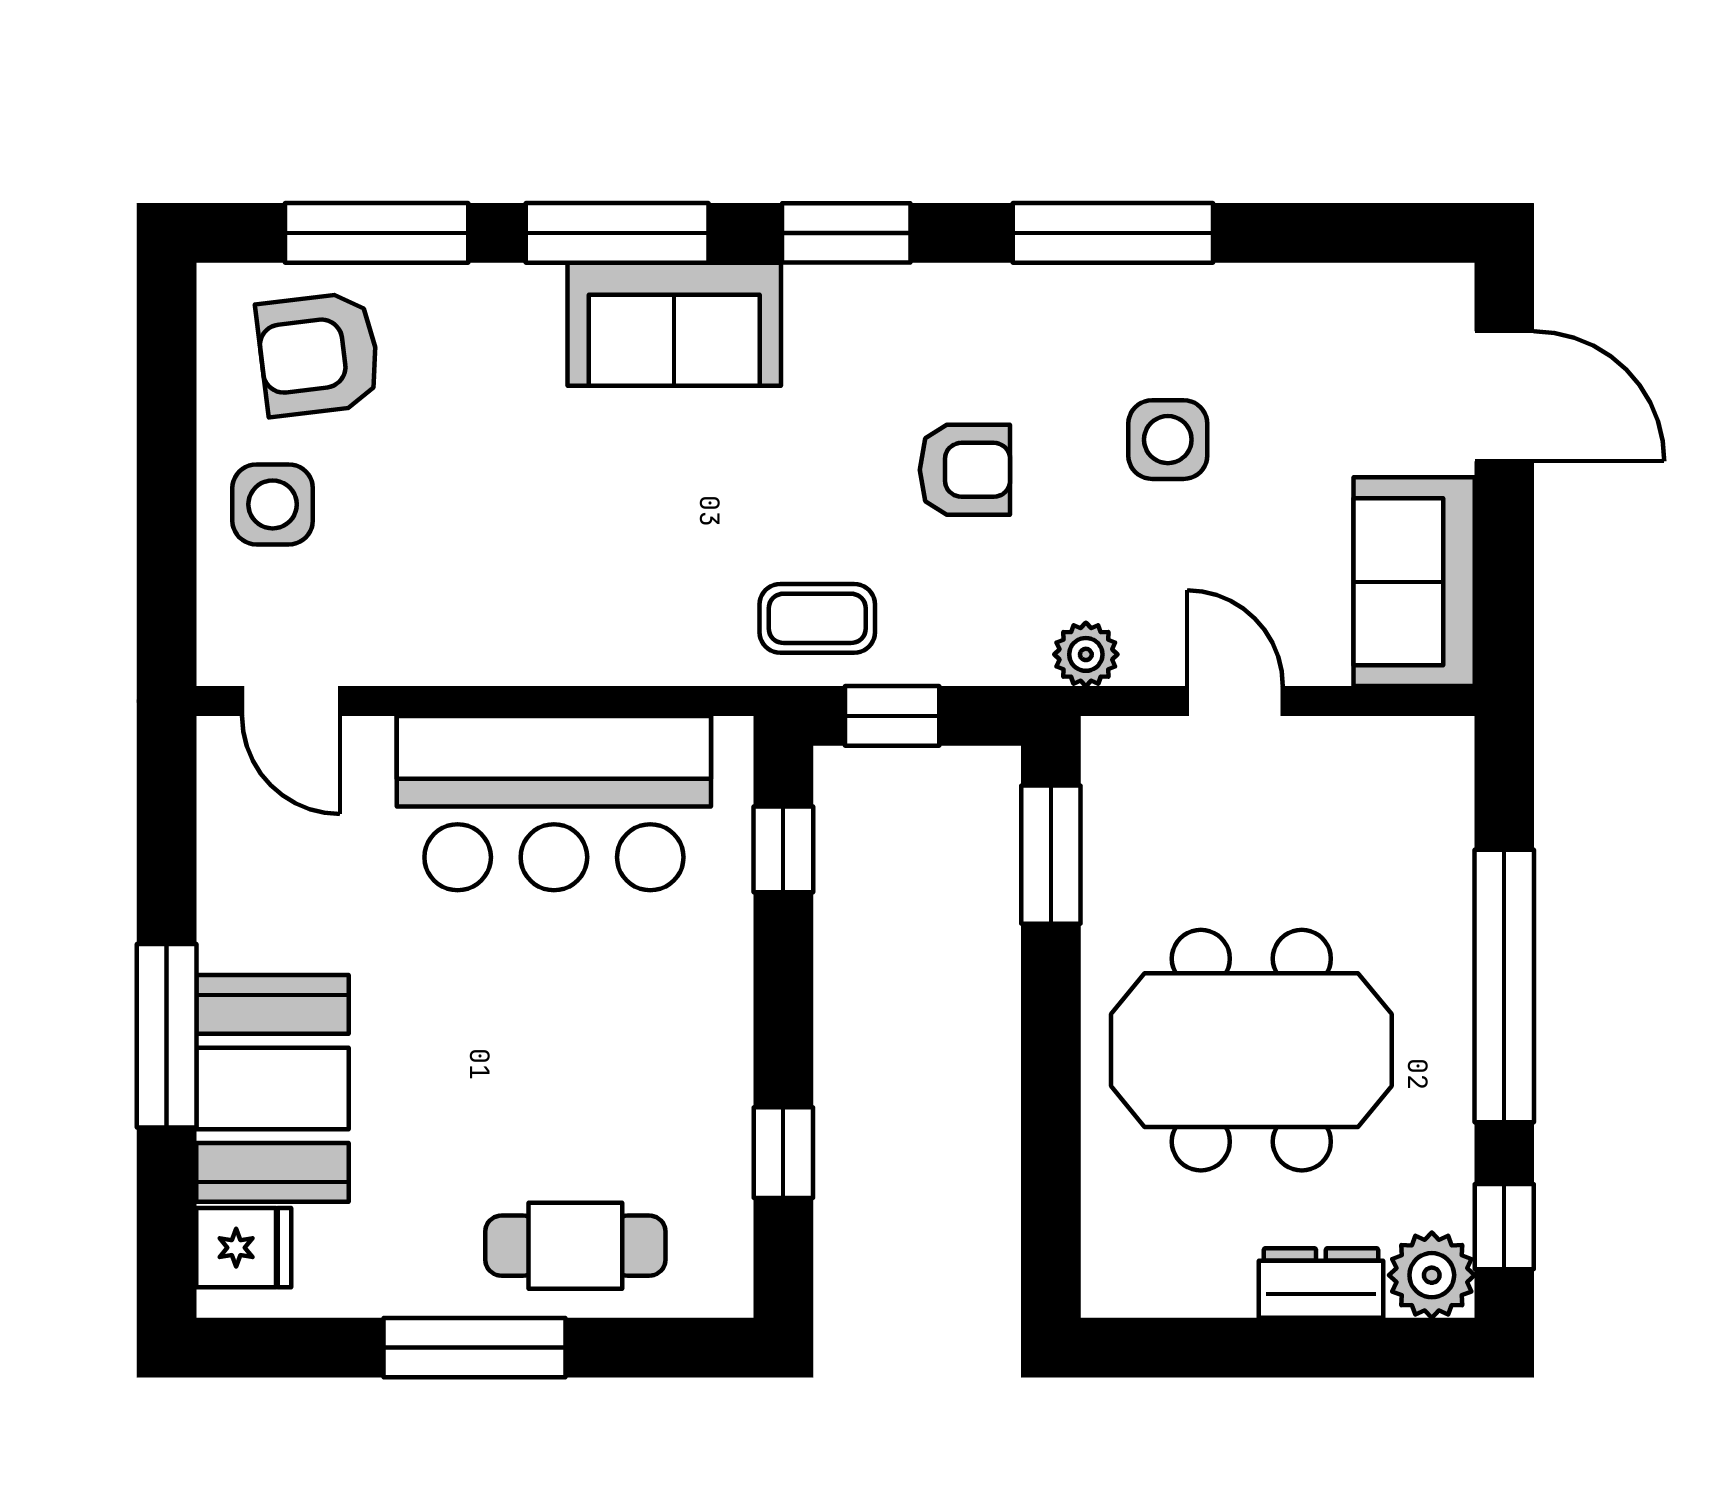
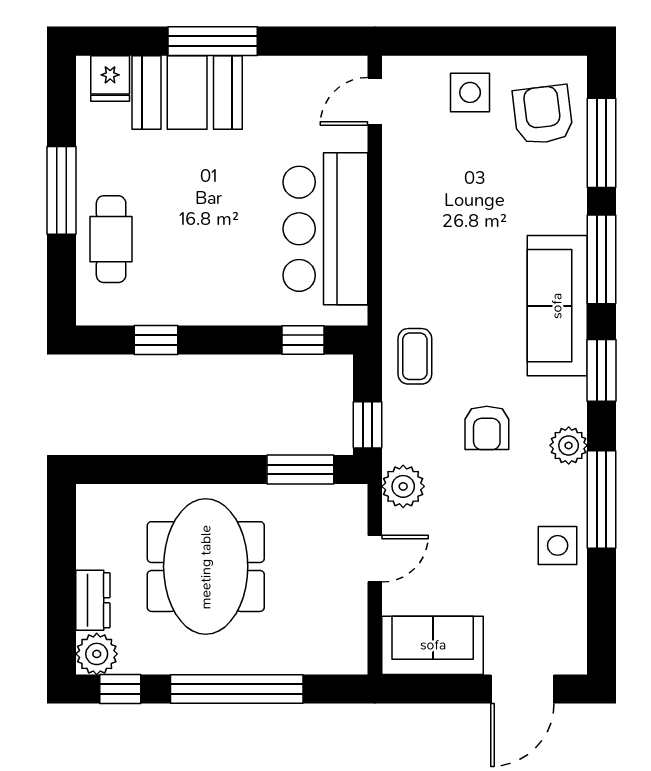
plant: (1001, 301) -> (569, 445), added
sofa: (674, 324) -> (557, 306), width x1.36
side table: (1168, 440) -> (558, 545), moved
plant: (1086, 654) -> (403, 486), width x1.38, depth x1.38
window: (892, 716) -> (368, 425), moved

